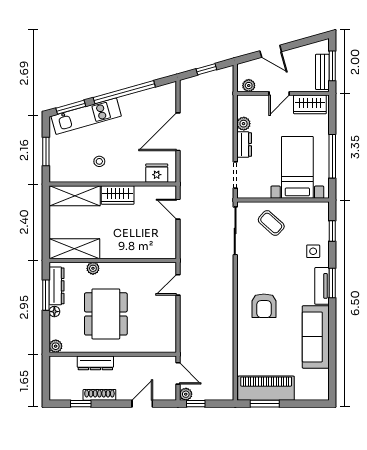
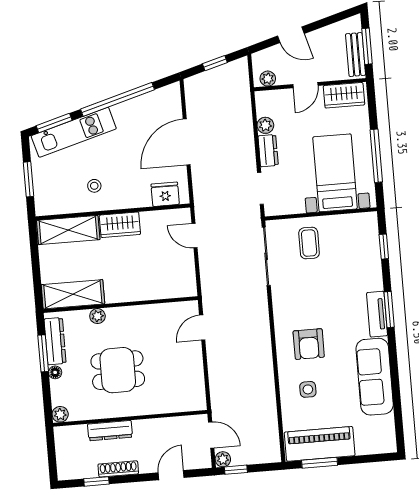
coffee table: (271, 223) -> (309, 243), turned 48
side table: (313, 251) -> (308, 389), moved
dining table: (106, 314) -> (118, 370), width x0.73

